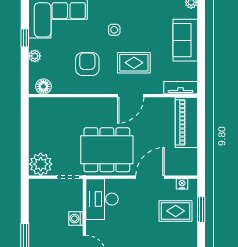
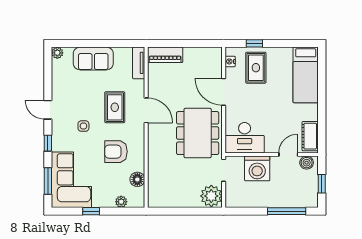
plant: (35, 56) -> (121, 202), moved
floor lamp: (43, 86) -> (137, 179), moved
piano: (186, 122) -> (165, 55), width x0.73, depth x0.75
window: (201, 209) -> (254, 43), width x0.67
washing machine: (76, 219) -> (257, 168), width x1.89, depth x1.89

